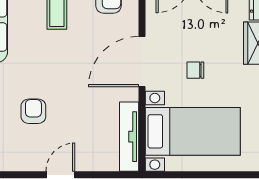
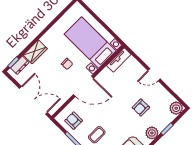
tv unit: (129, 137) -> (119, 60), width x0.71

